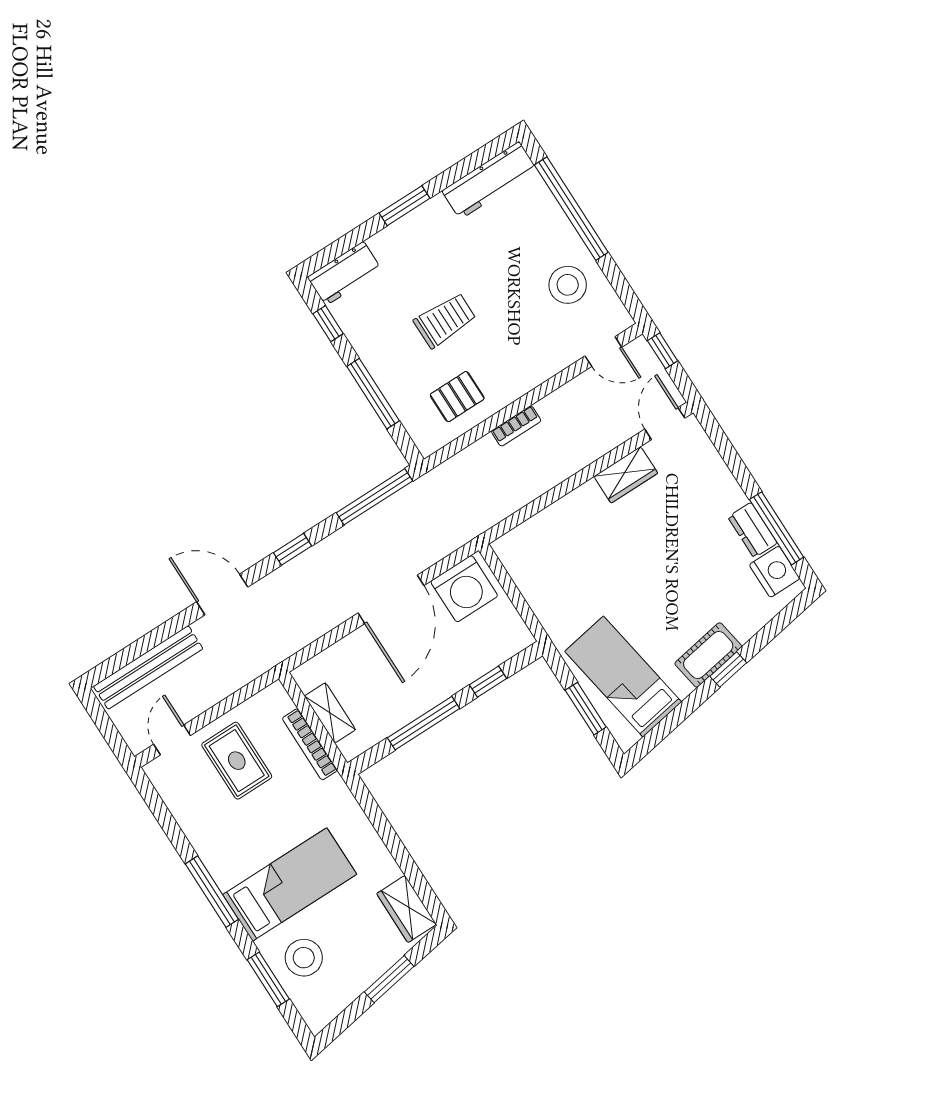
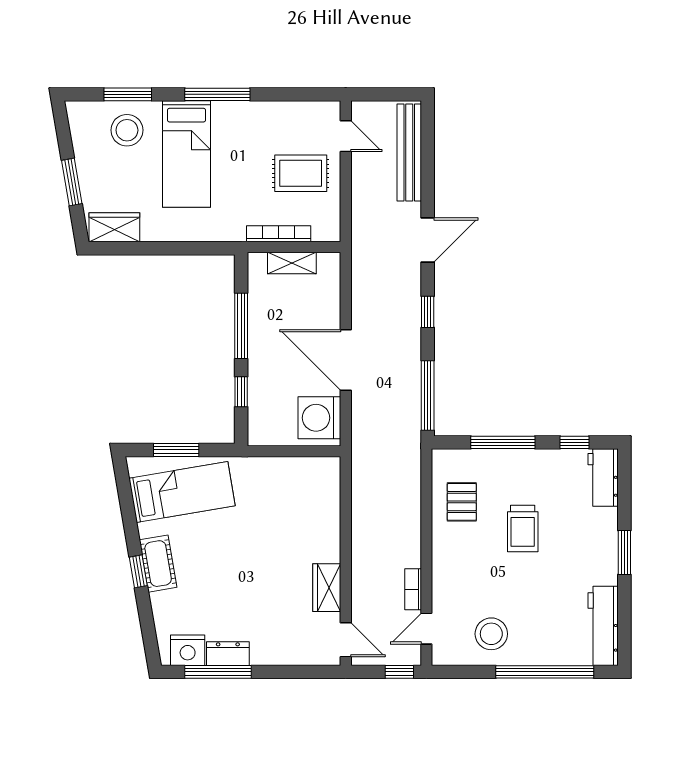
bookcase: (516, 426) -> (413, 589), moved

